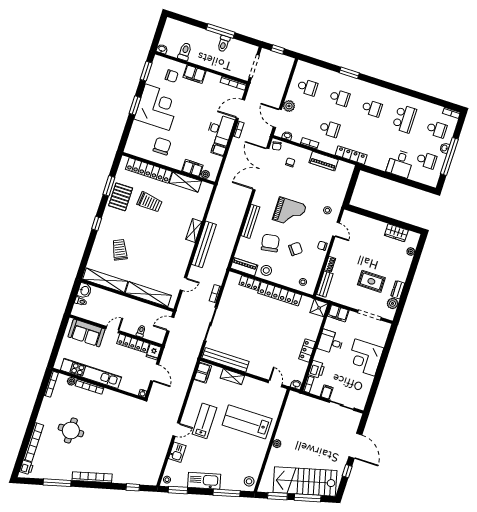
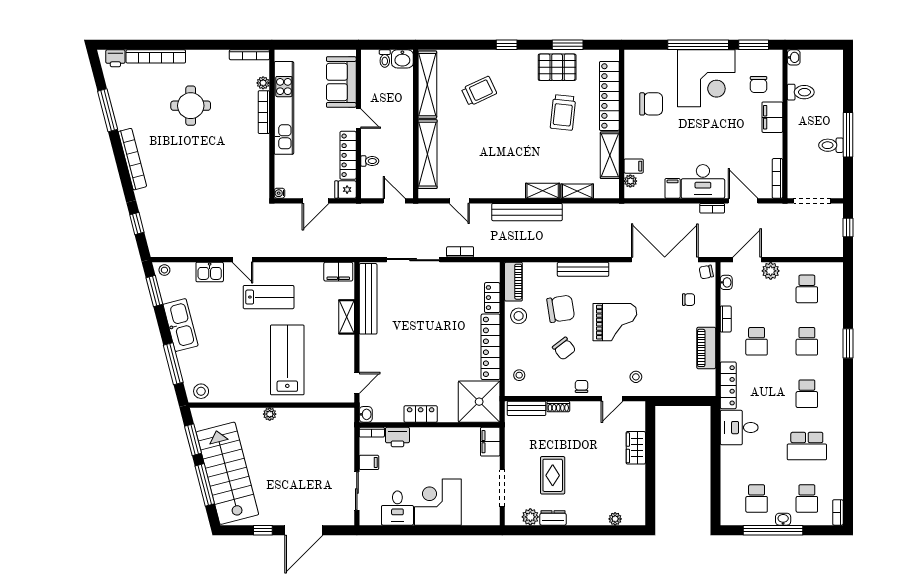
window: (135, 105) -> (698, 45), width x2.11
desk: (400, 164) -> (739, 428), moved
filing cabinet: (192, 168) -> (634, 166), width x0.50
shelving: (201, 209) -> (577, 191), added
grand piano: (289, 212) -> (615, 322), turned -90
wardrobe: (396, 233) -> (636, 448), moved
shower: (319, 308) -> (479, 402), width x1.86, depth x1.86
desk: (331, 342) -> (397, 508), moved, turned 180

